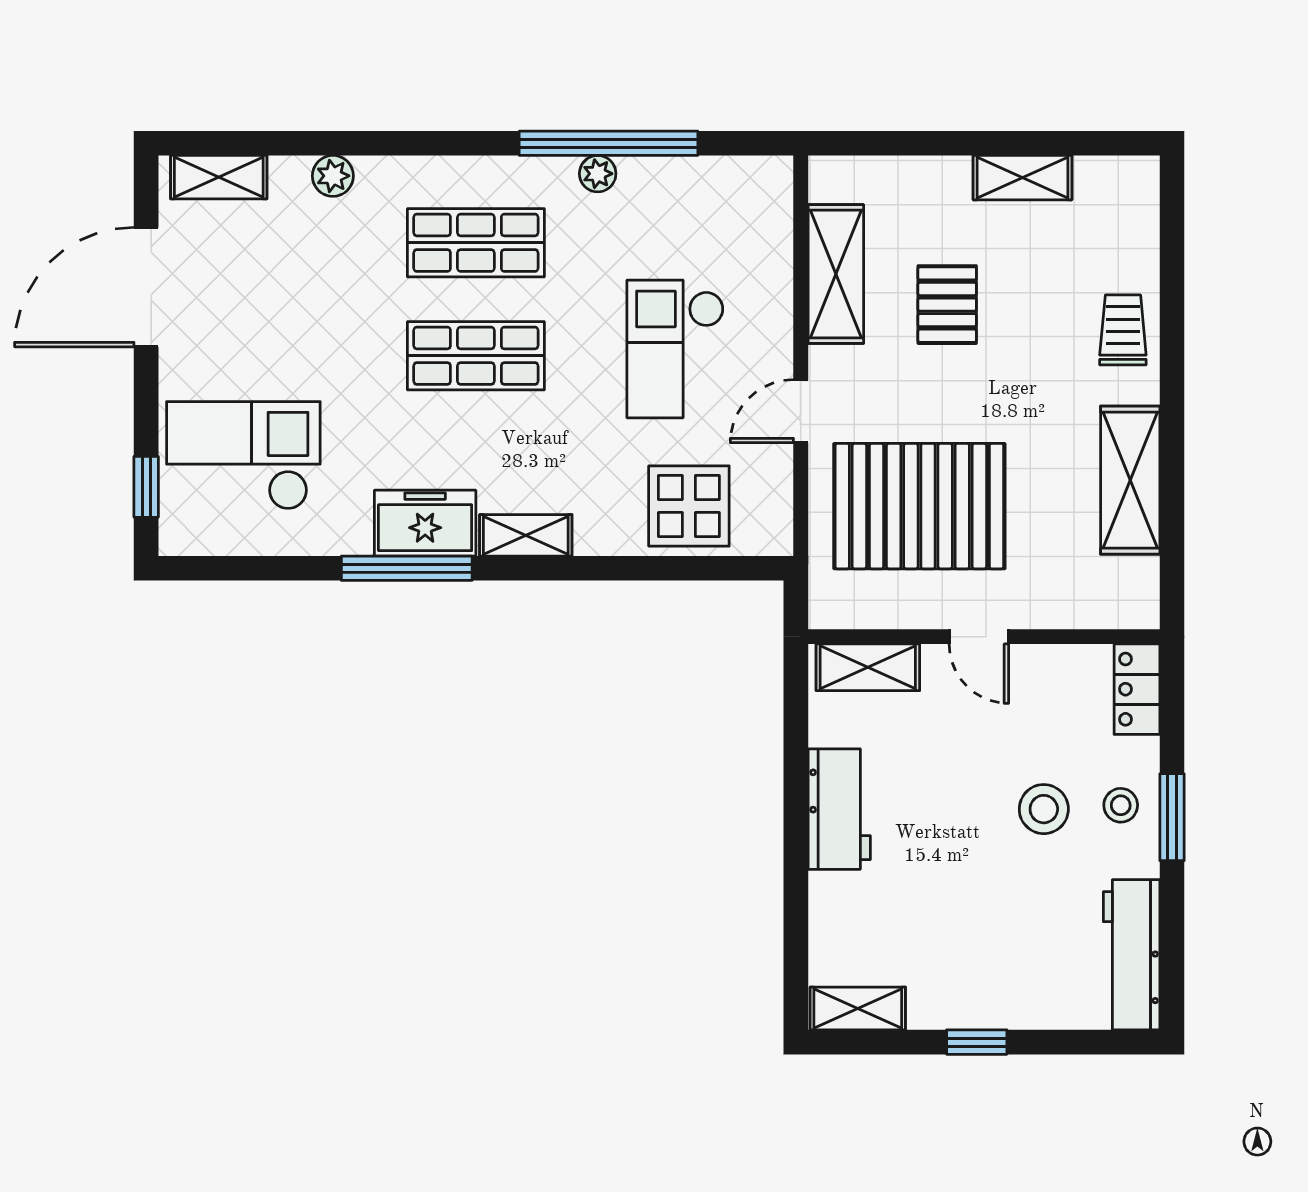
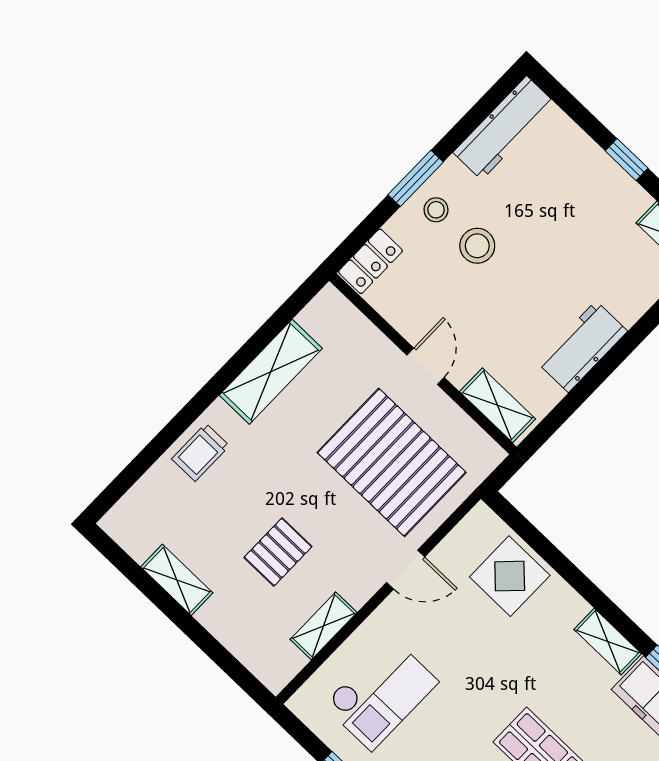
shelving: (836, 274) -> (324, 626), width x0.67, depth x0.75
checkout: (675, 349) -> (381, 693), moved

